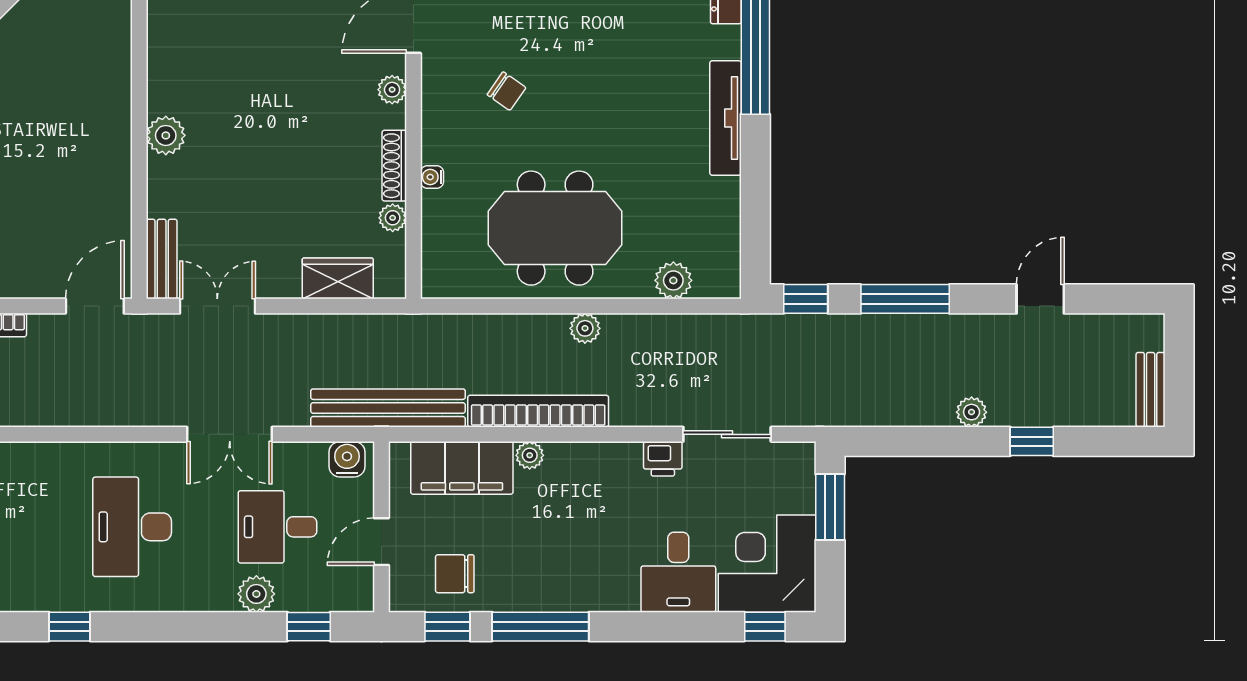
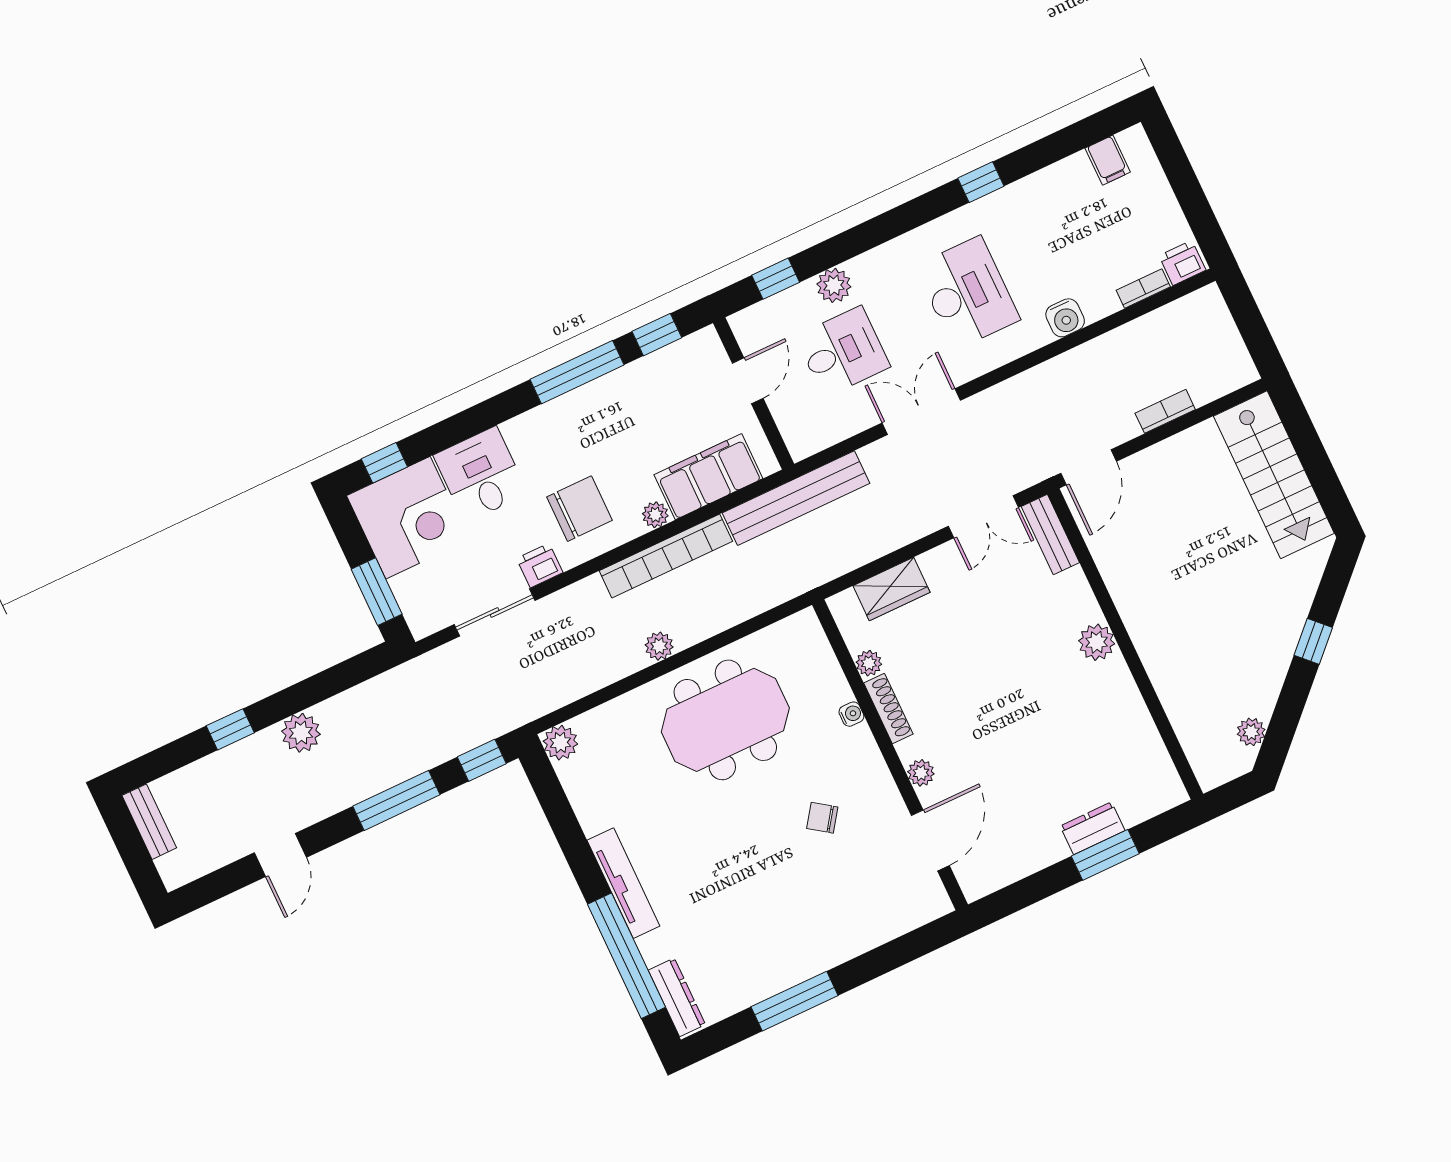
plant: (673, 280) -> (560, 743), moved
plant: (972, 412) -> (301, 733), width x1.38, depth x1.38
water cooler: (347, 459) -> (1065, 318), moved
chair: (455, 574) -> (580, 509), moved, width x1.37, depth x1.37

